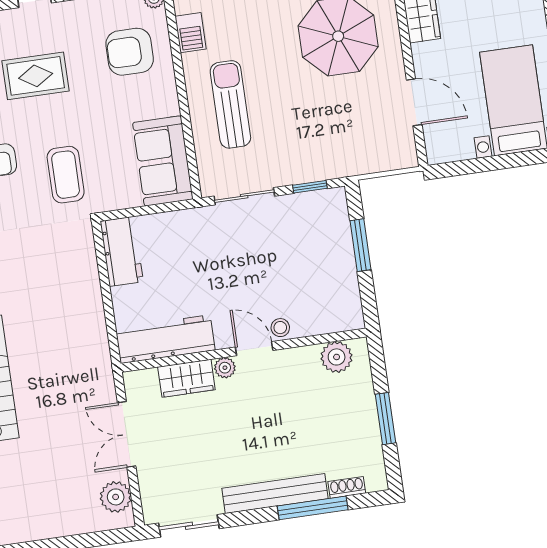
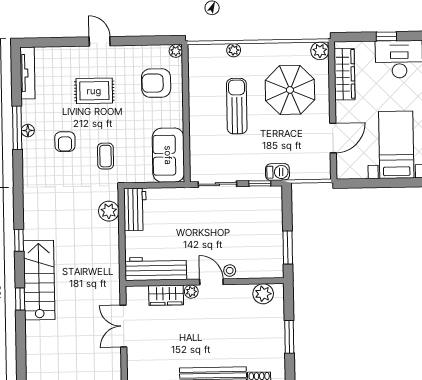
barbecue: (191, 33) -> (277, 172), moved, turned -90
door: (414, 102) -> (333, 138), hinge flipped
sun lounger: (230, 104) -> (237, 106), moved
coffee table: (66, 175) -> (105, 156), width x0.73, depth x0.77
window: (361, 245) -> (288, 247), moved
plant: (116, 497) -> (109, 211), moved

